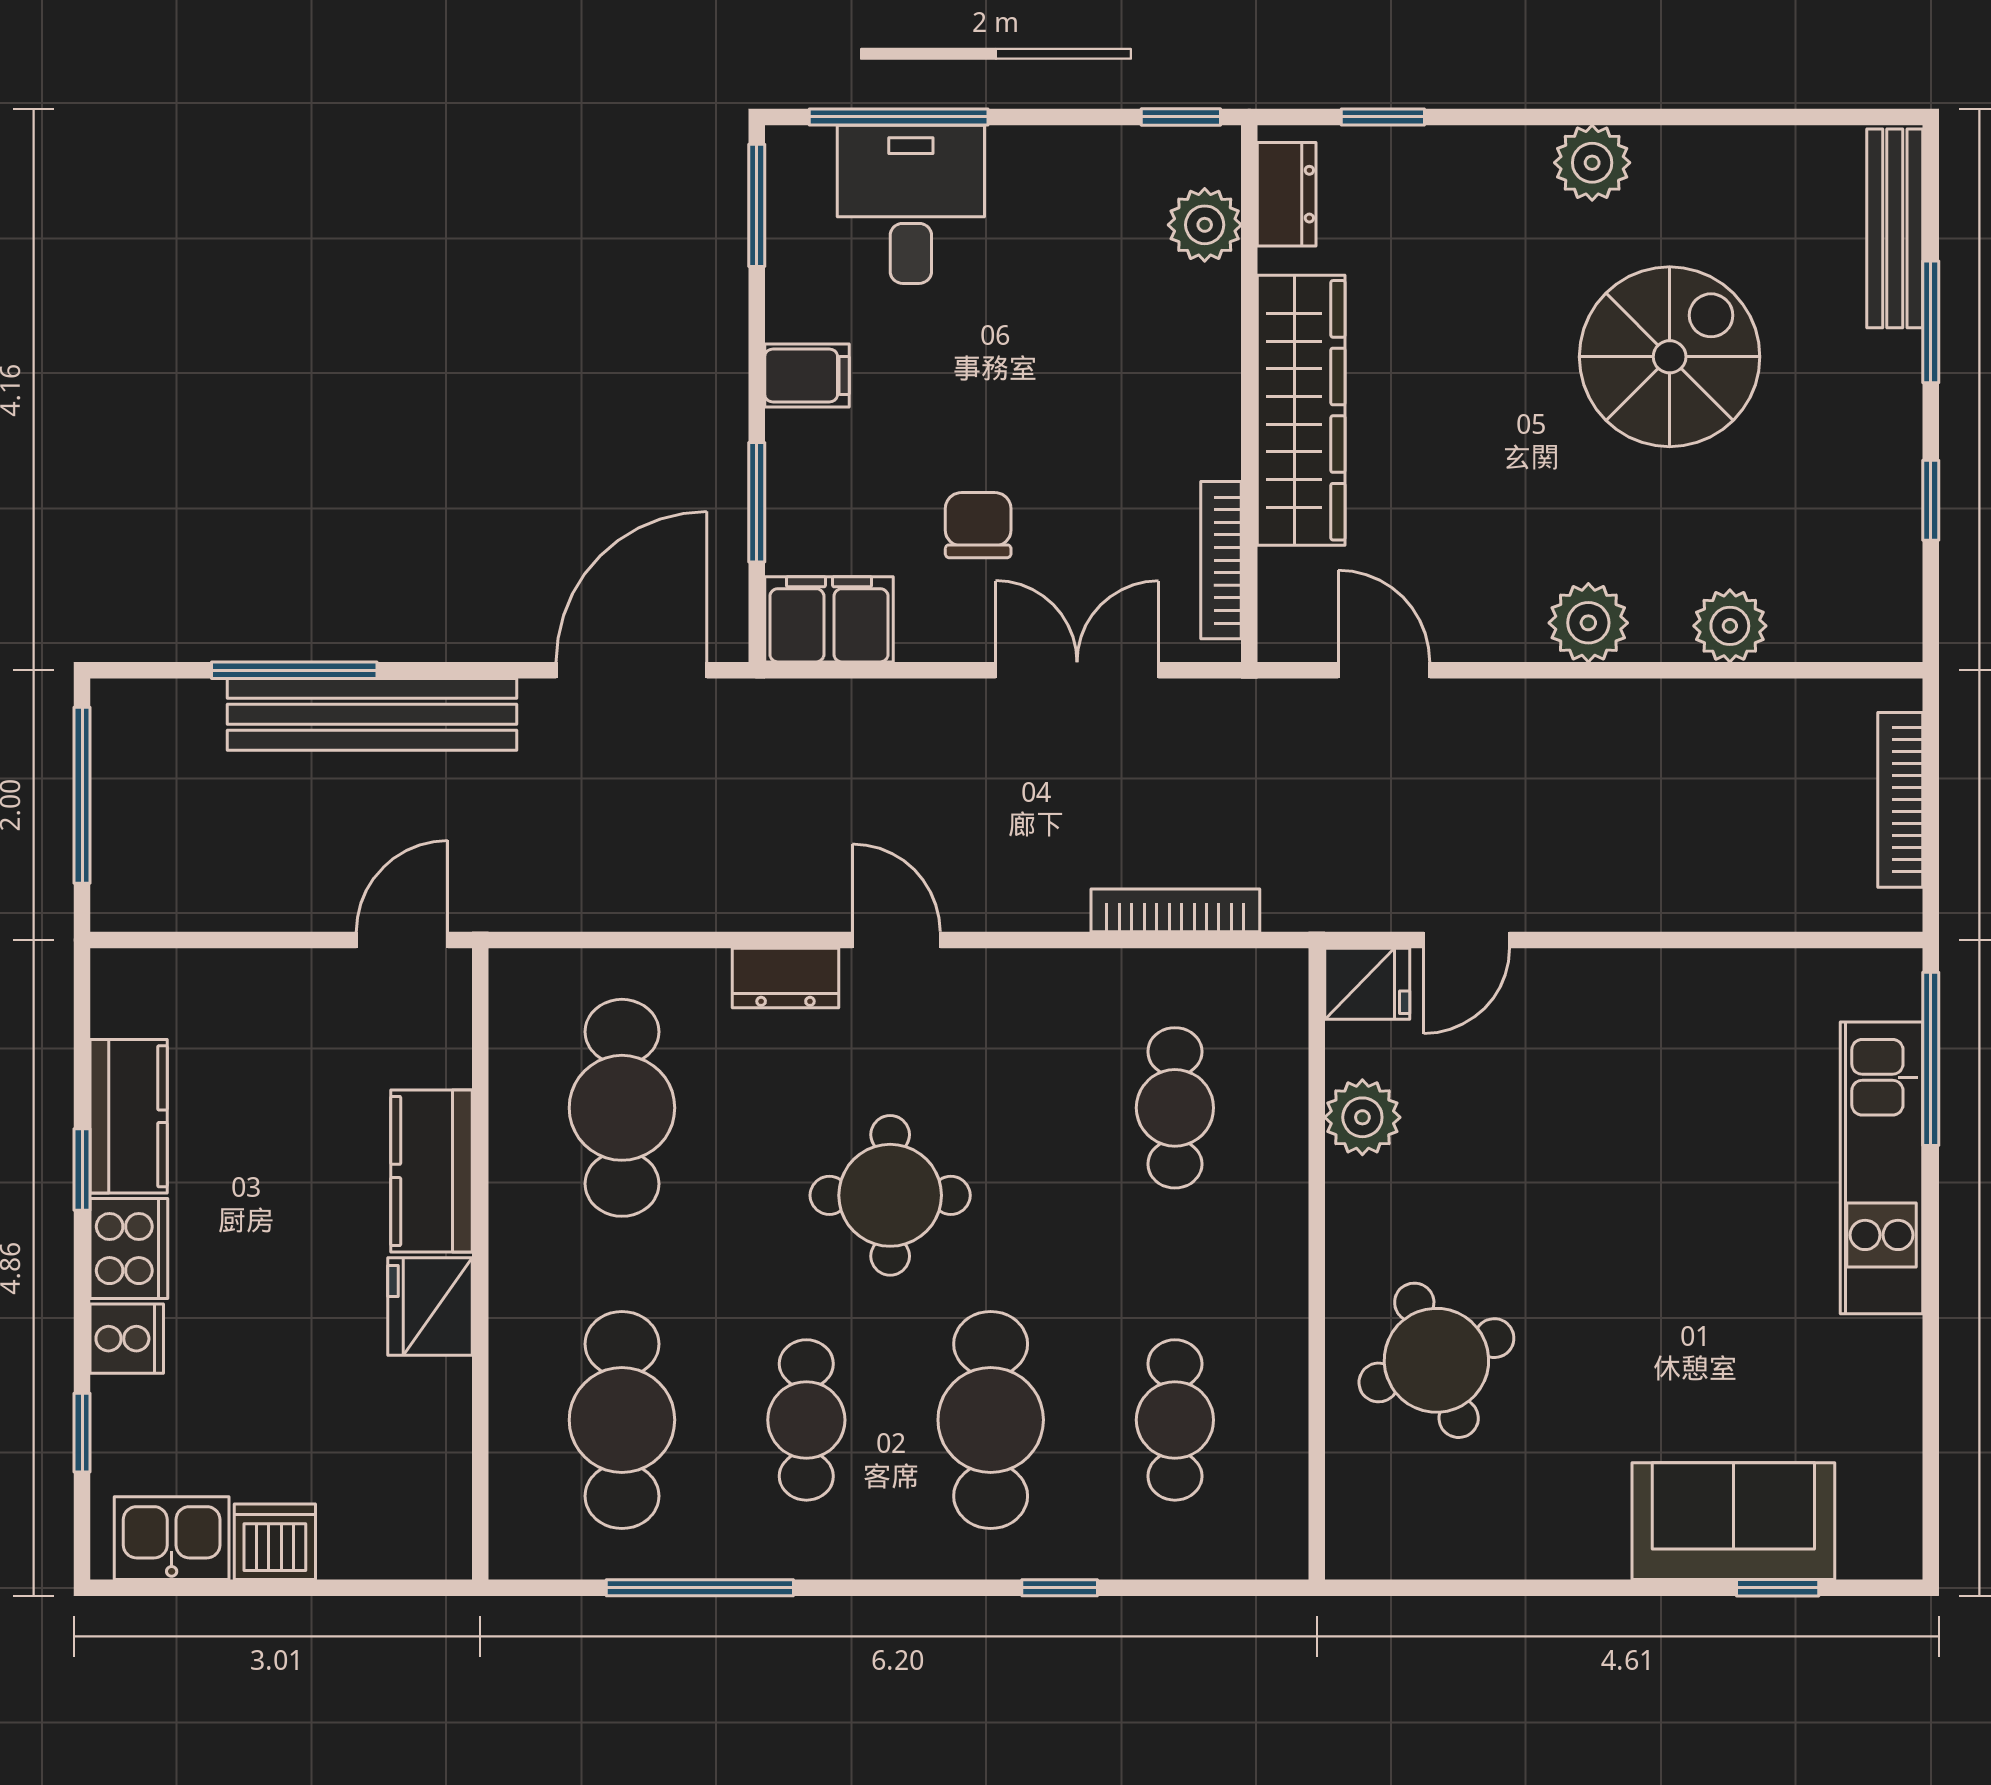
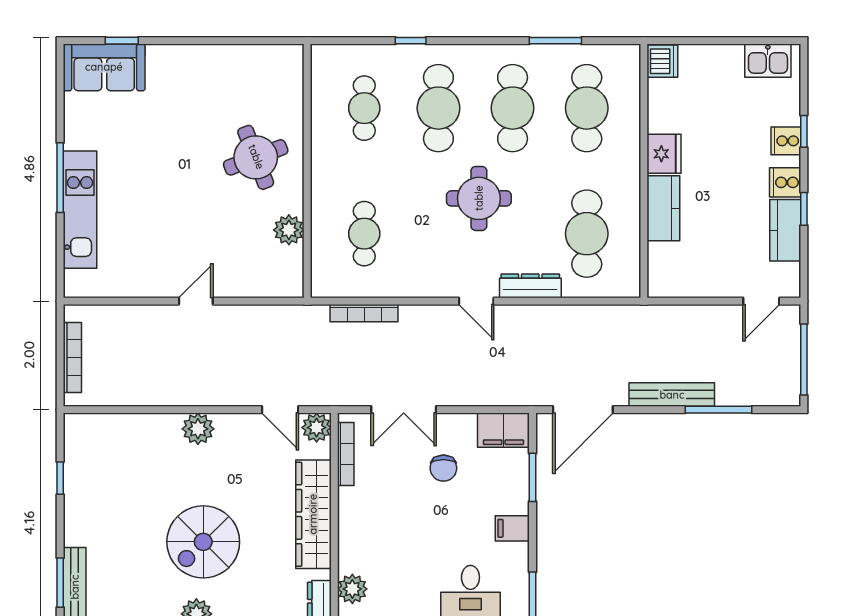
window: (1931, 322) -> (60, 583), moved
spiral stairs: (1670, 357) -> (203, 542), moved
plant: (1730, 626) -> (317, 428), moved
bench: (372, 714) -> (672, 395), width x0.73, depth x0.82
door: (402, 940) -> (761, 301), moved
door: (1467, 940) -> (196, 301), moved
dresser: (786, 978) -> (530, 286), width x1.44
fridge: (1367, 984) -> (287, 284), removed
window: (1931, 1059) -> (60, 178), moved
cooker: (129, 1249) -> (785, 182), width x0.73
round table: (1436, 1360) -> (256, 157), moved
cafe table: (806, 1420) -> (513, 108), width x1.37, depth x1.35
window: (82, 1433) -> (804, 131), moved
sofa: (1733, 1521) -> (104, 67), moved
dishwasher: (275, 1542) -> (662, 61), moved, turned -90
window: (700, 1588) -> (555, 41), width x0.69

